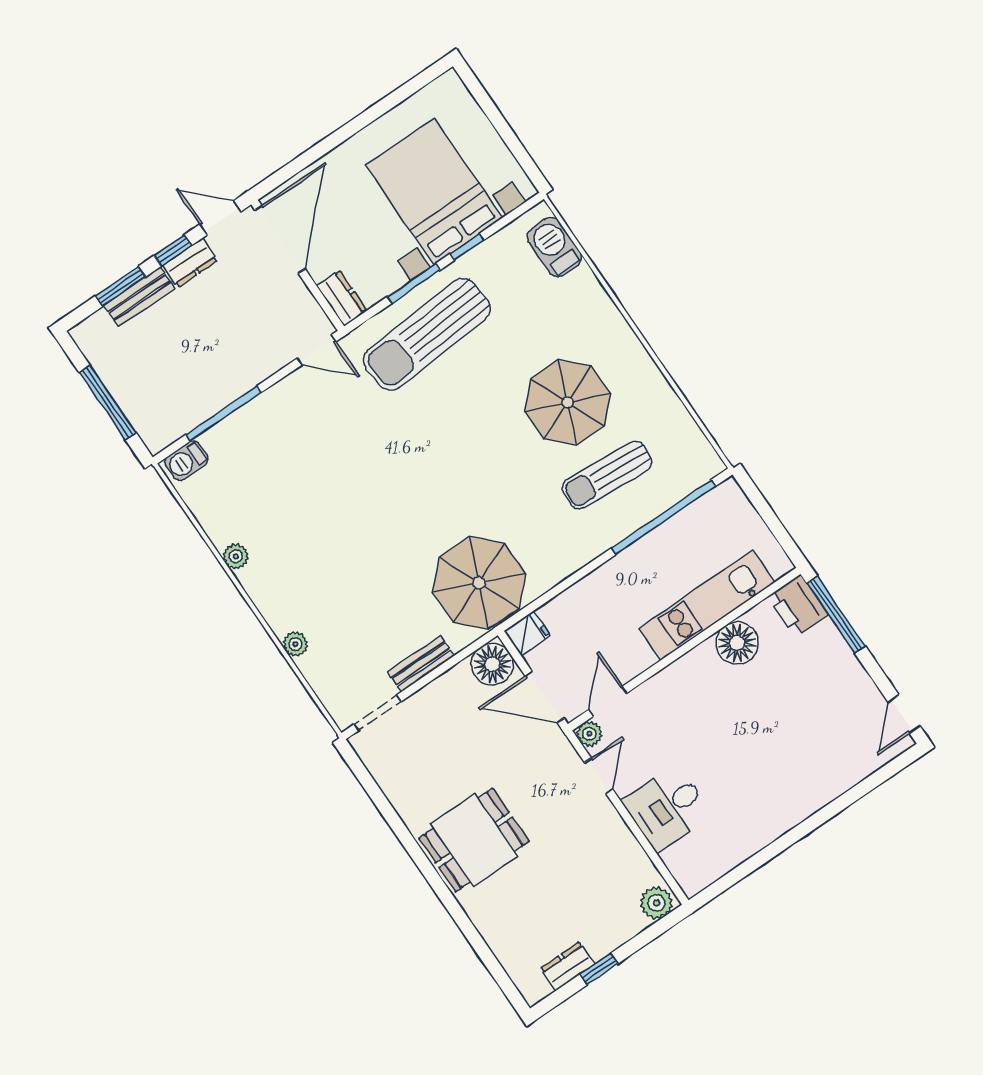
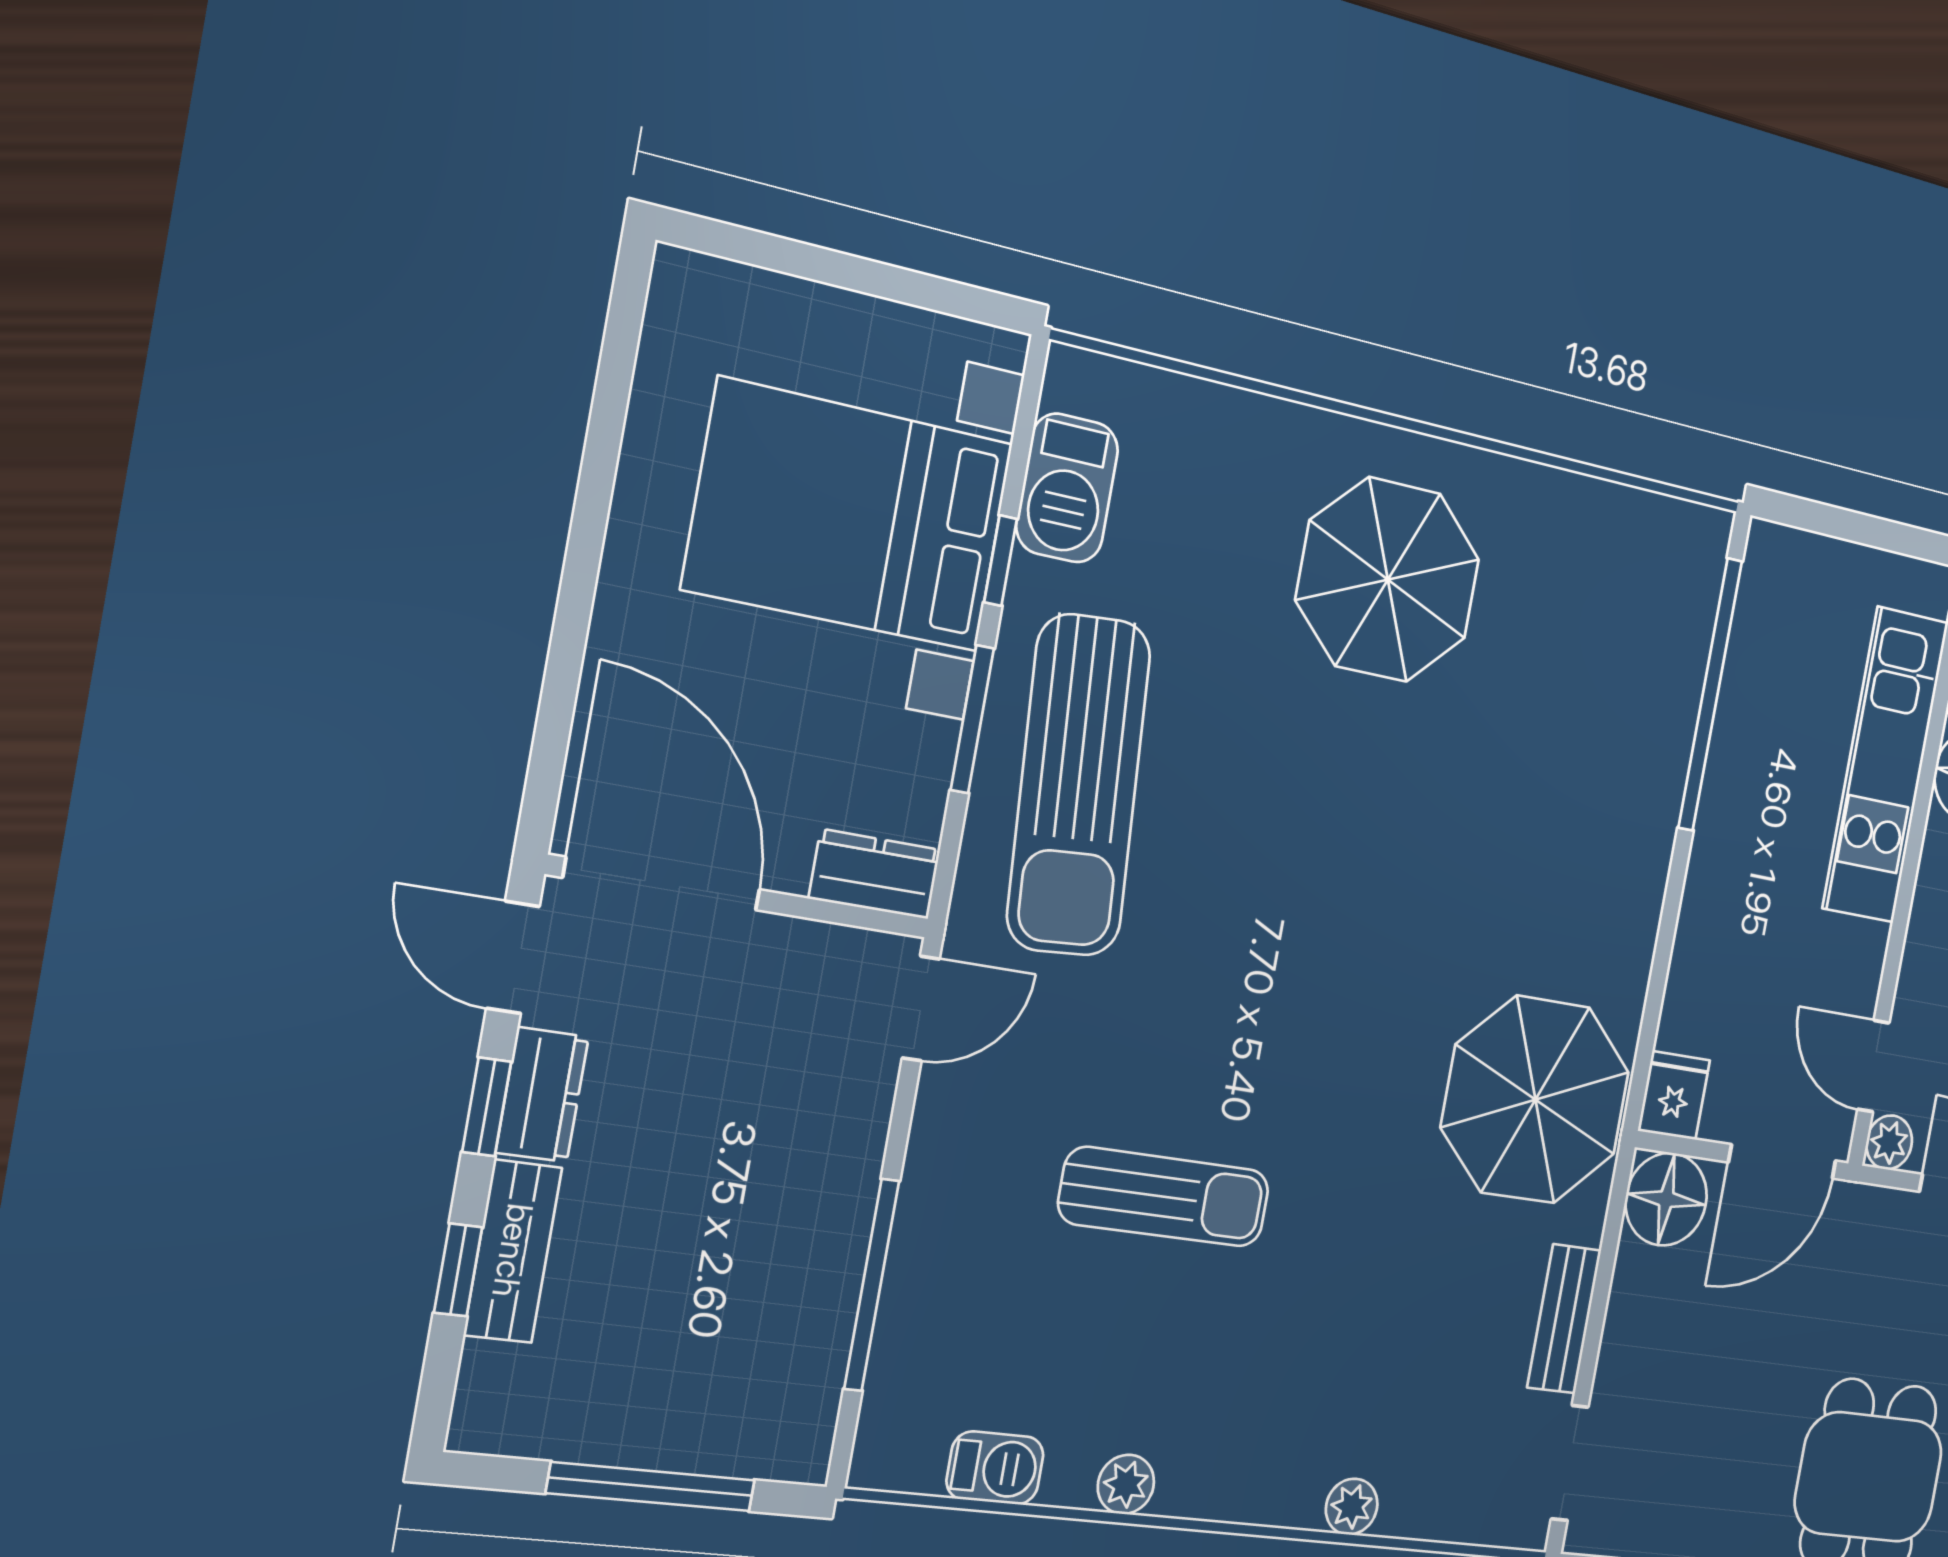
door: (220, 218) -> (513, 957), hinge flipped
barbecue: (554, 247) -> (1067, 488), moved, turned -90
window: (120, 286) -> (458, 1270), width x0.67
parasol: (568, 402) -> (1388, 580), moved
barbecue: (187, 461) -> (995, 1468), moved, turned -90
sun lounger: (607, 475) -> (1164, 1197), moved, turned -94

